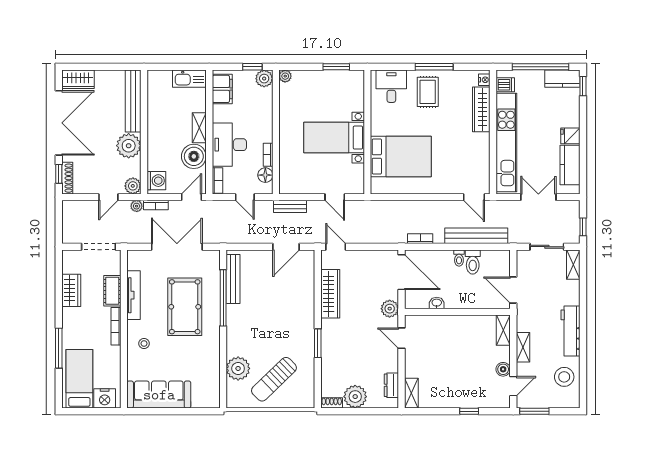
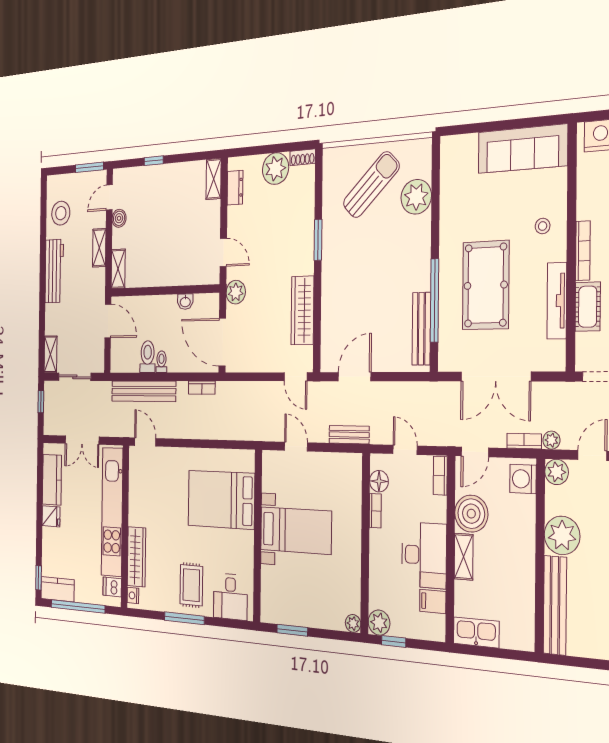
filing cabinet: (222, 89) -> (433, 601), width x0.50
desk: (229, 145) -> (424, 555), moved

